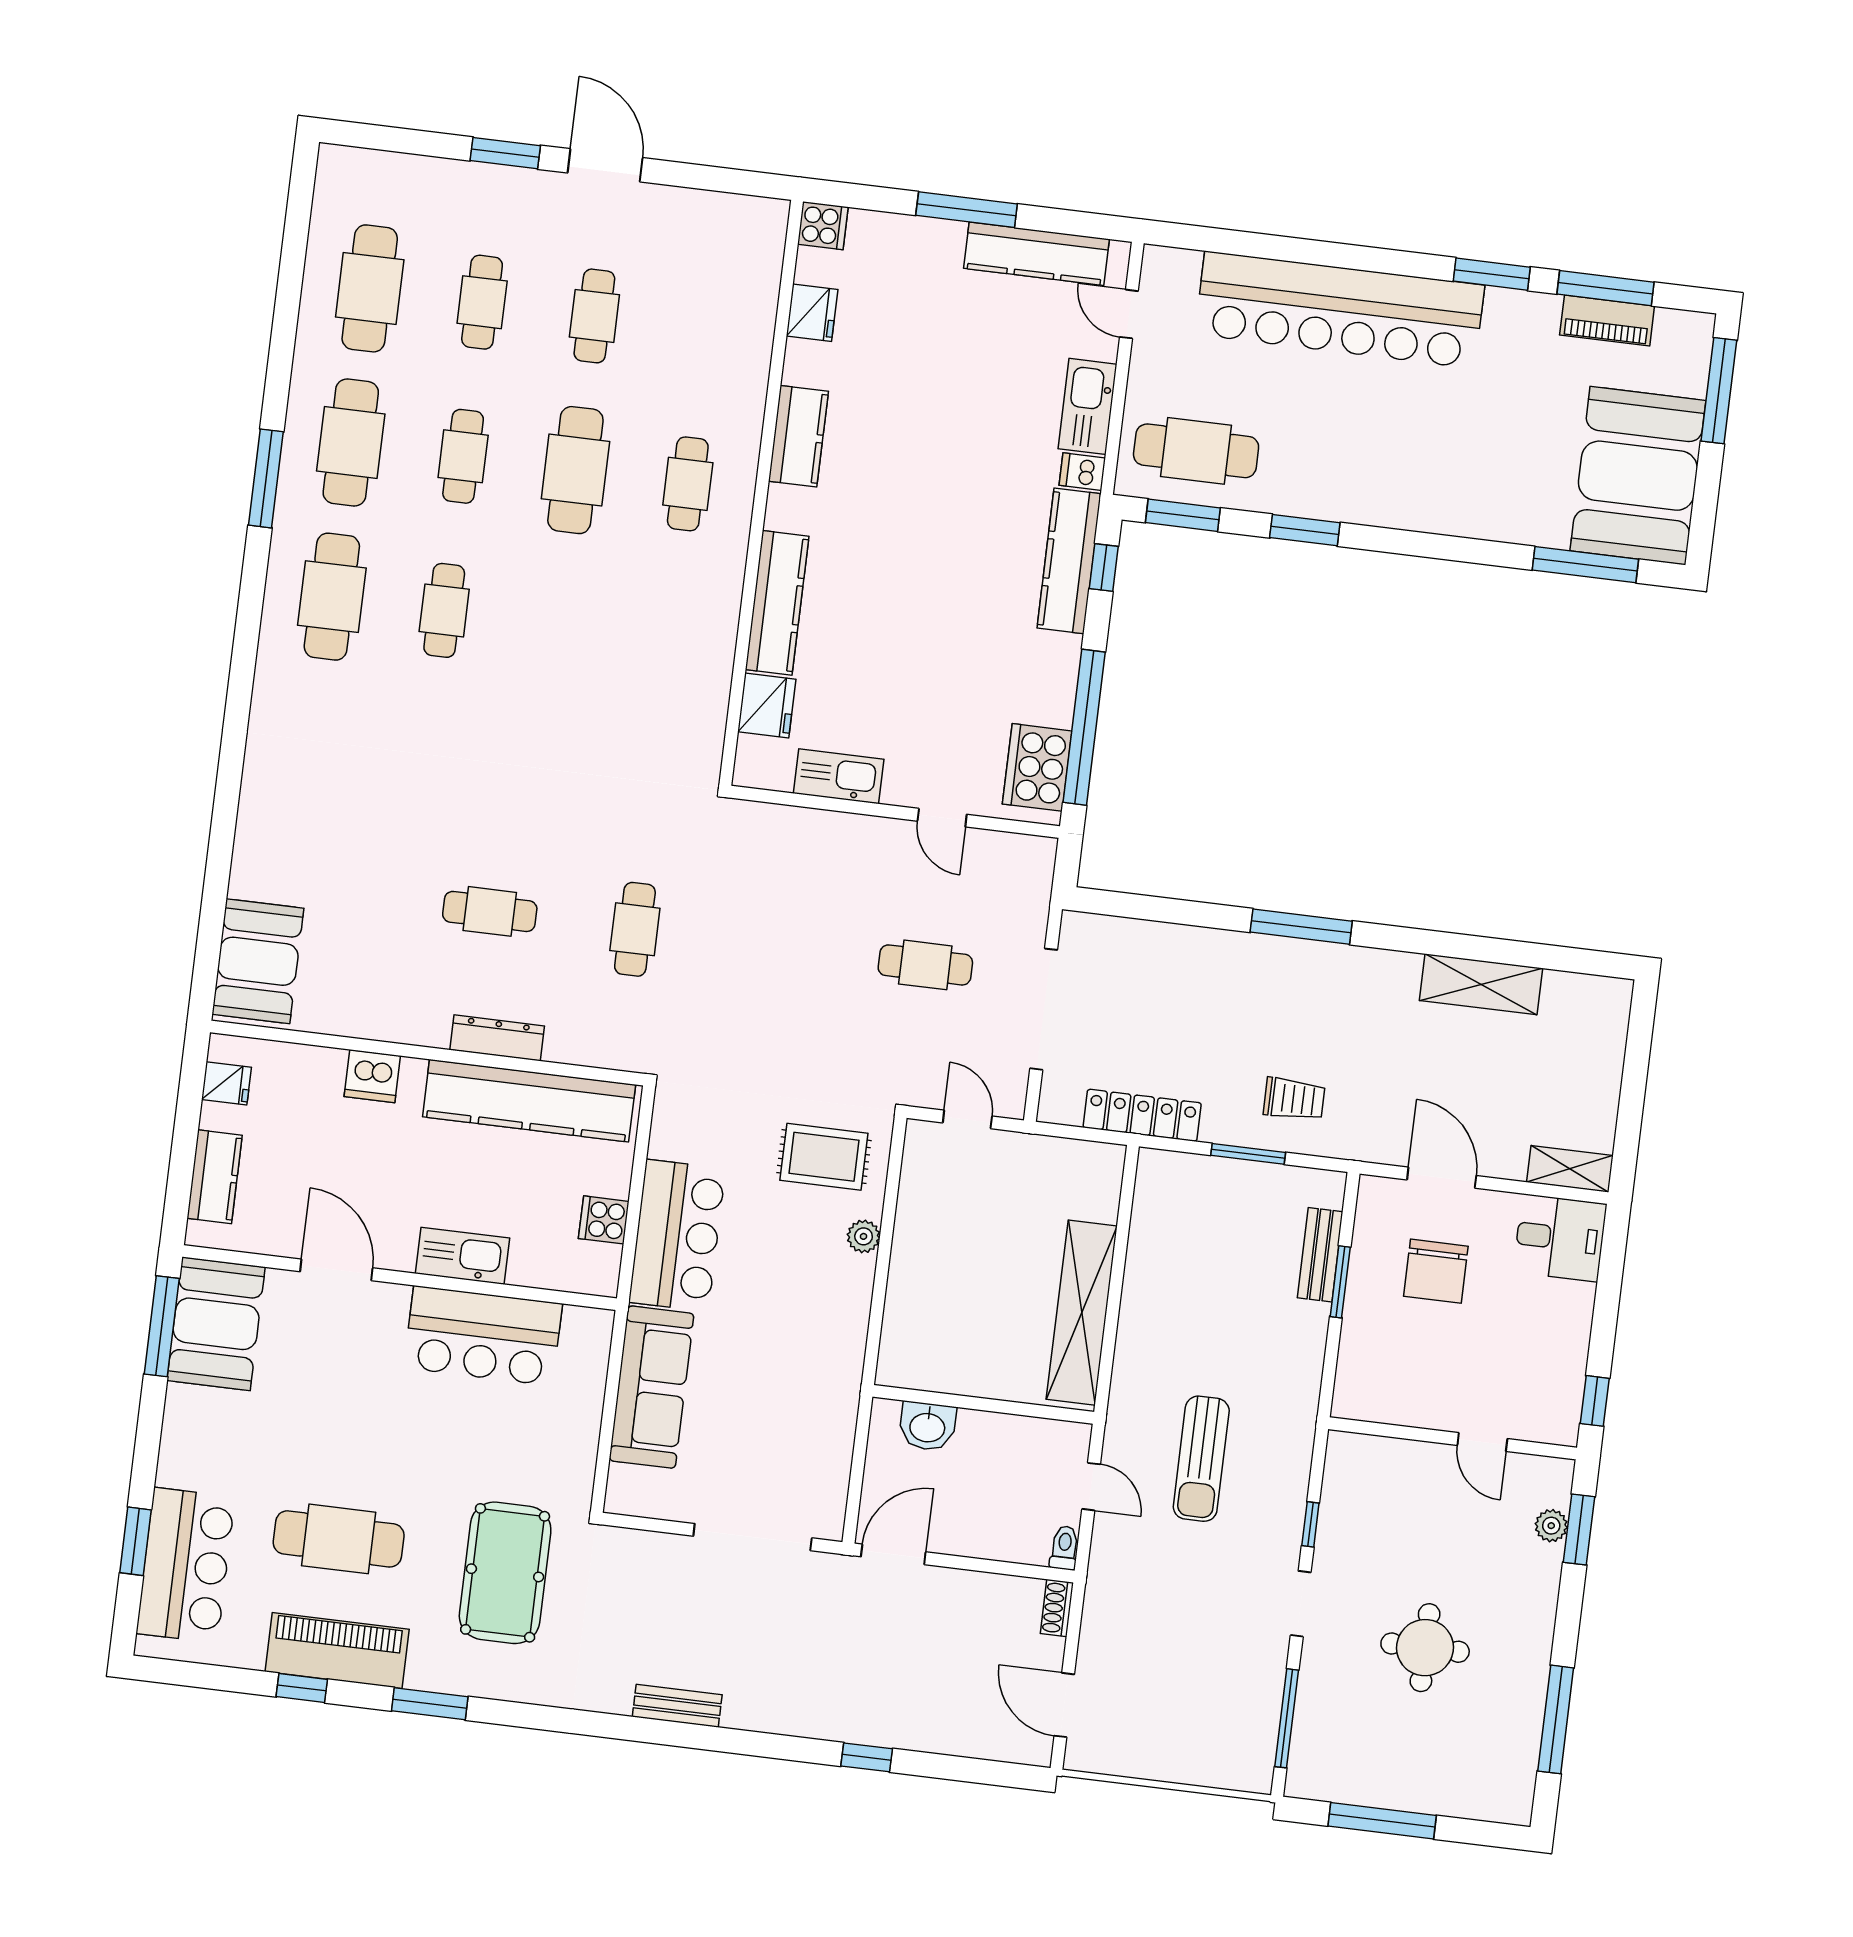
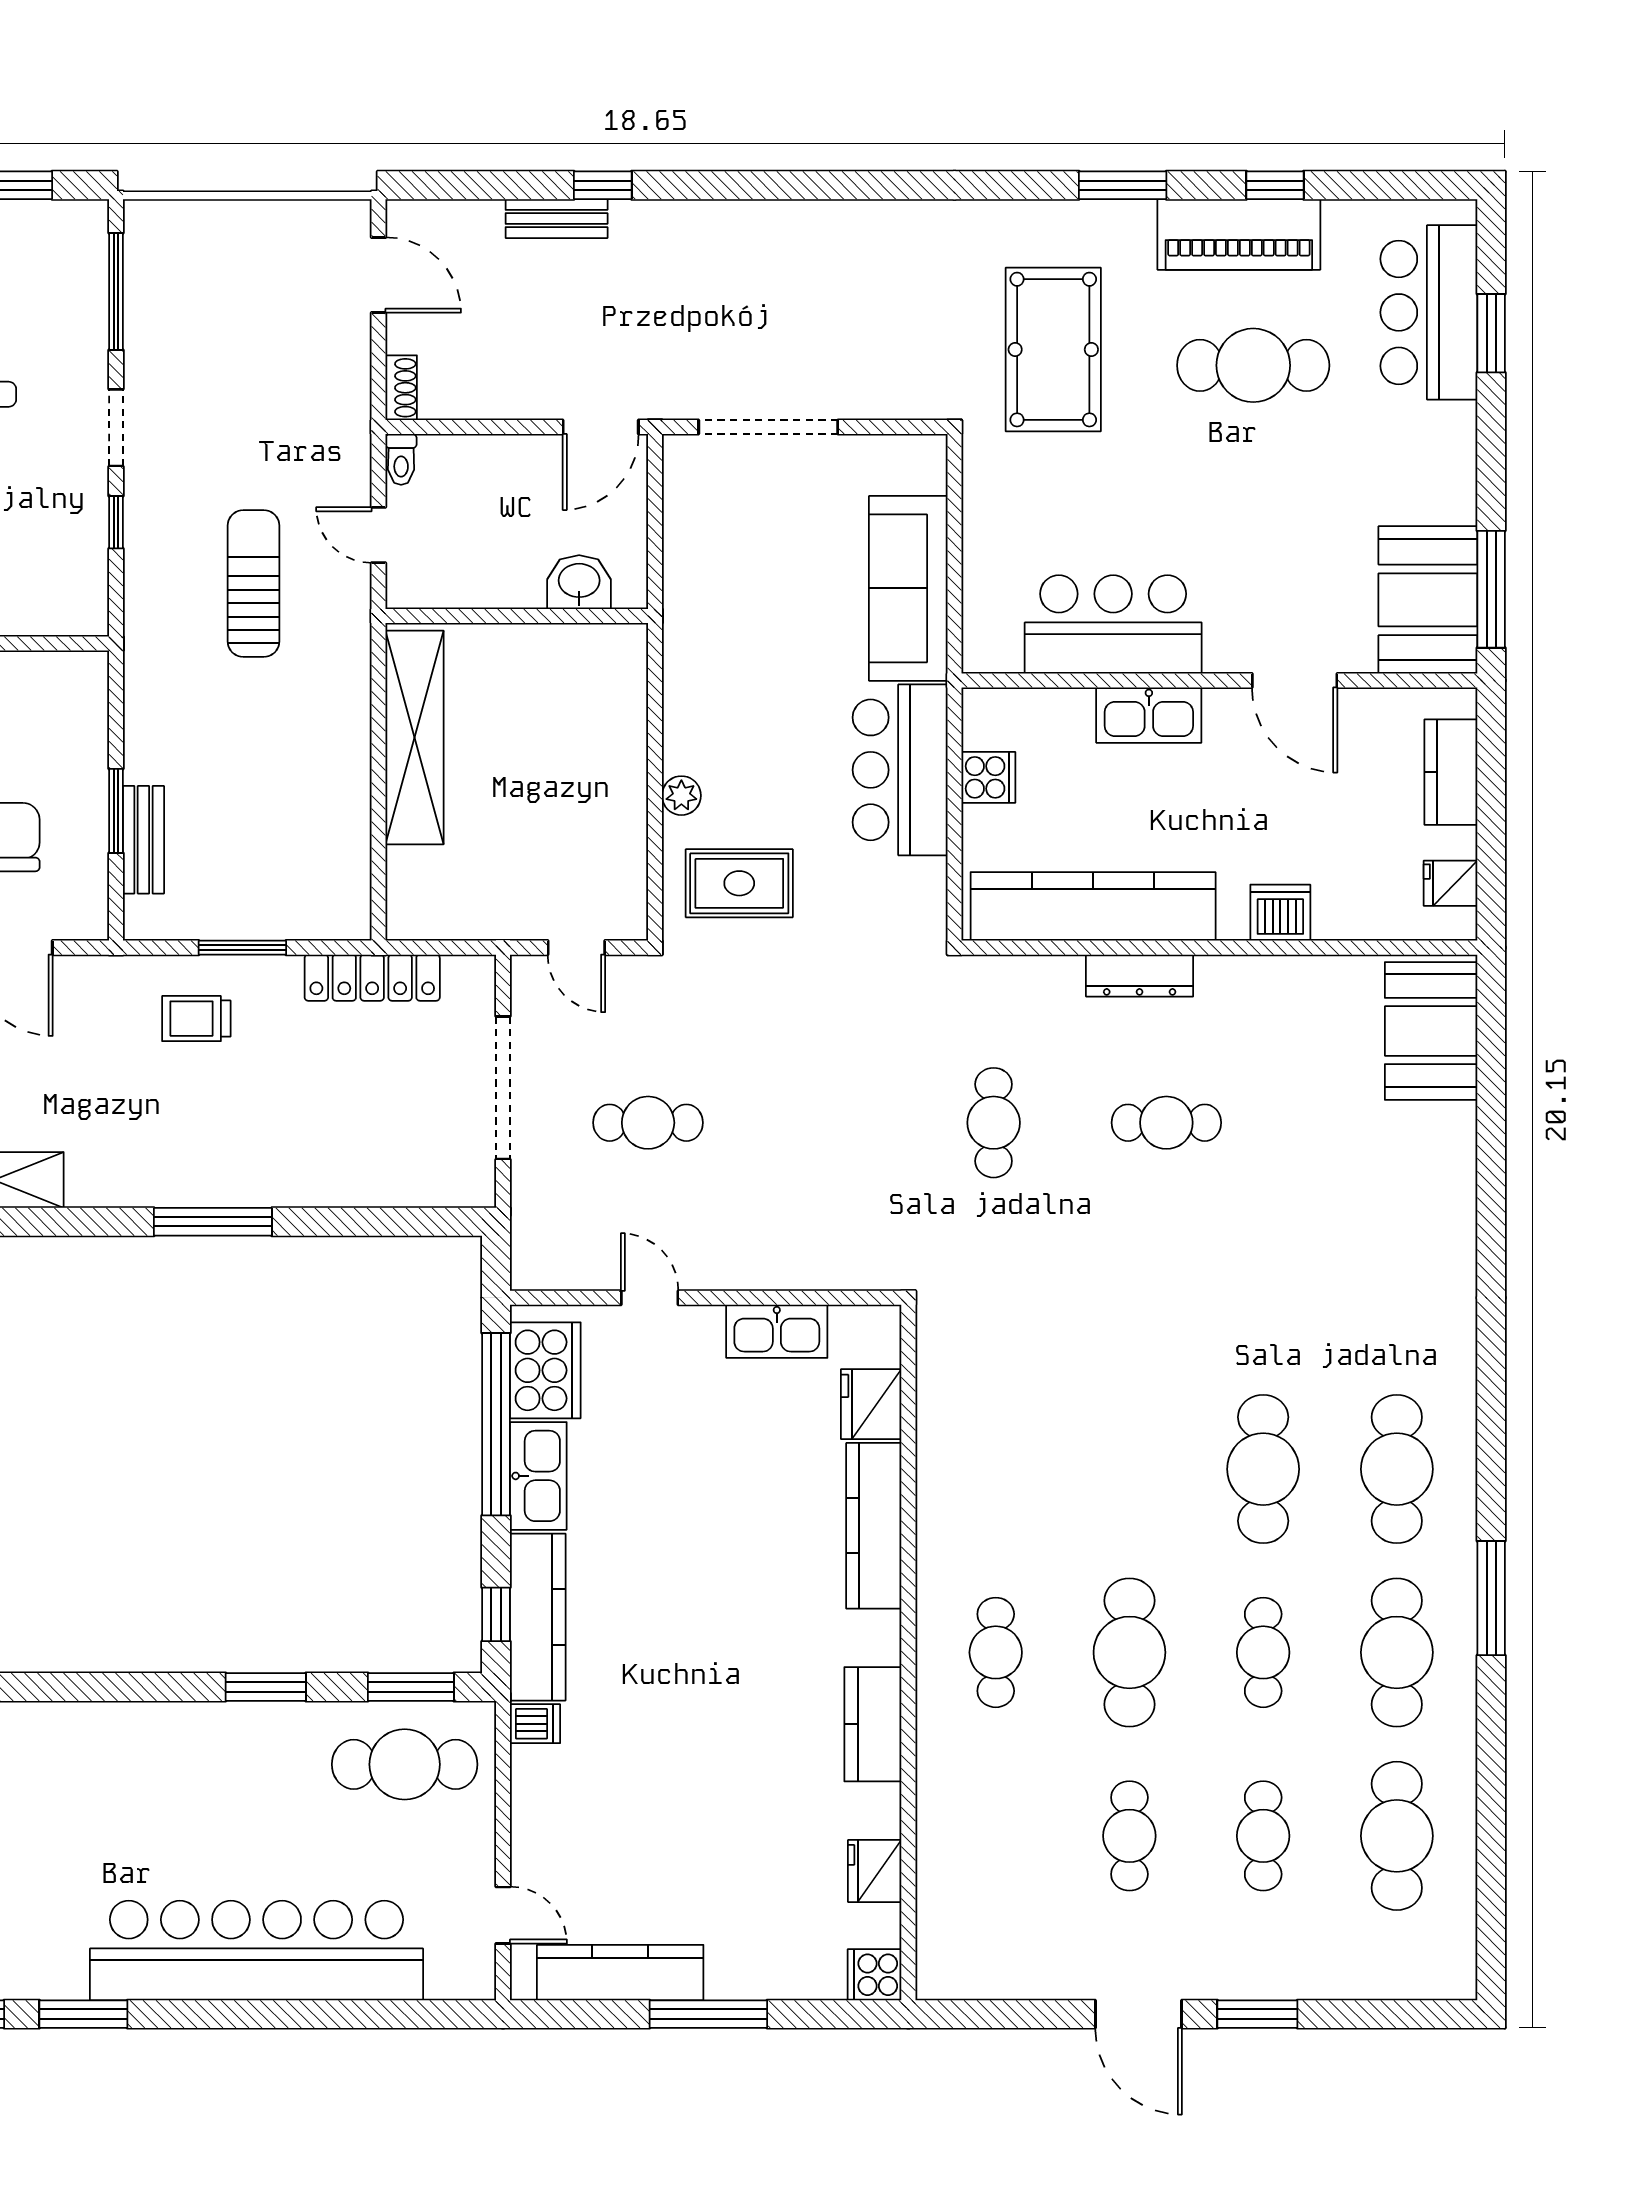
kitchen sink: (1087, 406) -> (538, 1476), moved
cafe table: (444, 610) -> (1263, 1469), width x1.37, depth x1.35
bench: (677, 1706) -> (557, 219), moved

